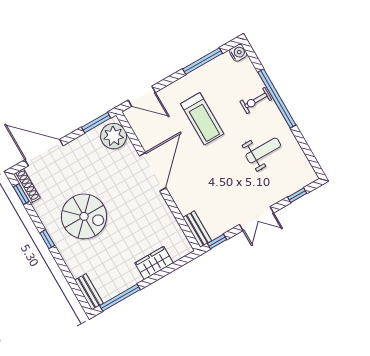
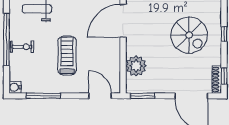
plant: (114, 136) -> (136, 66), moved
door: (153, 172) -> (123, 21), moved
spiral stairs: (84, 216) -> (189, 35), turned 180

